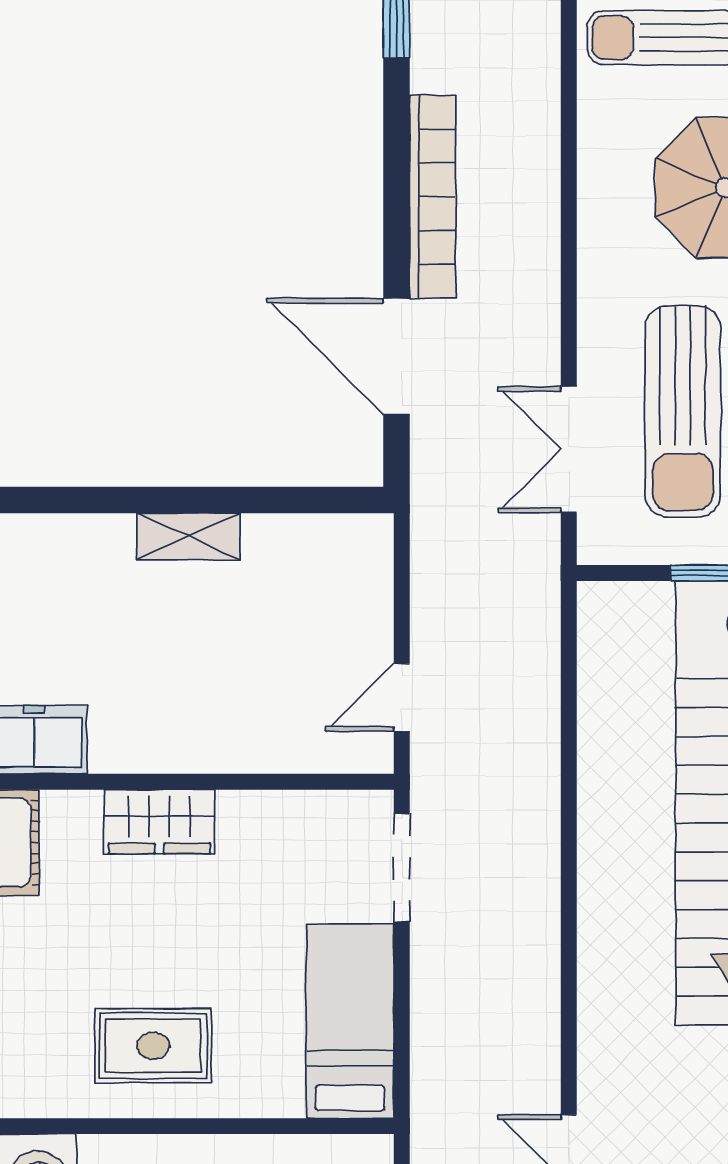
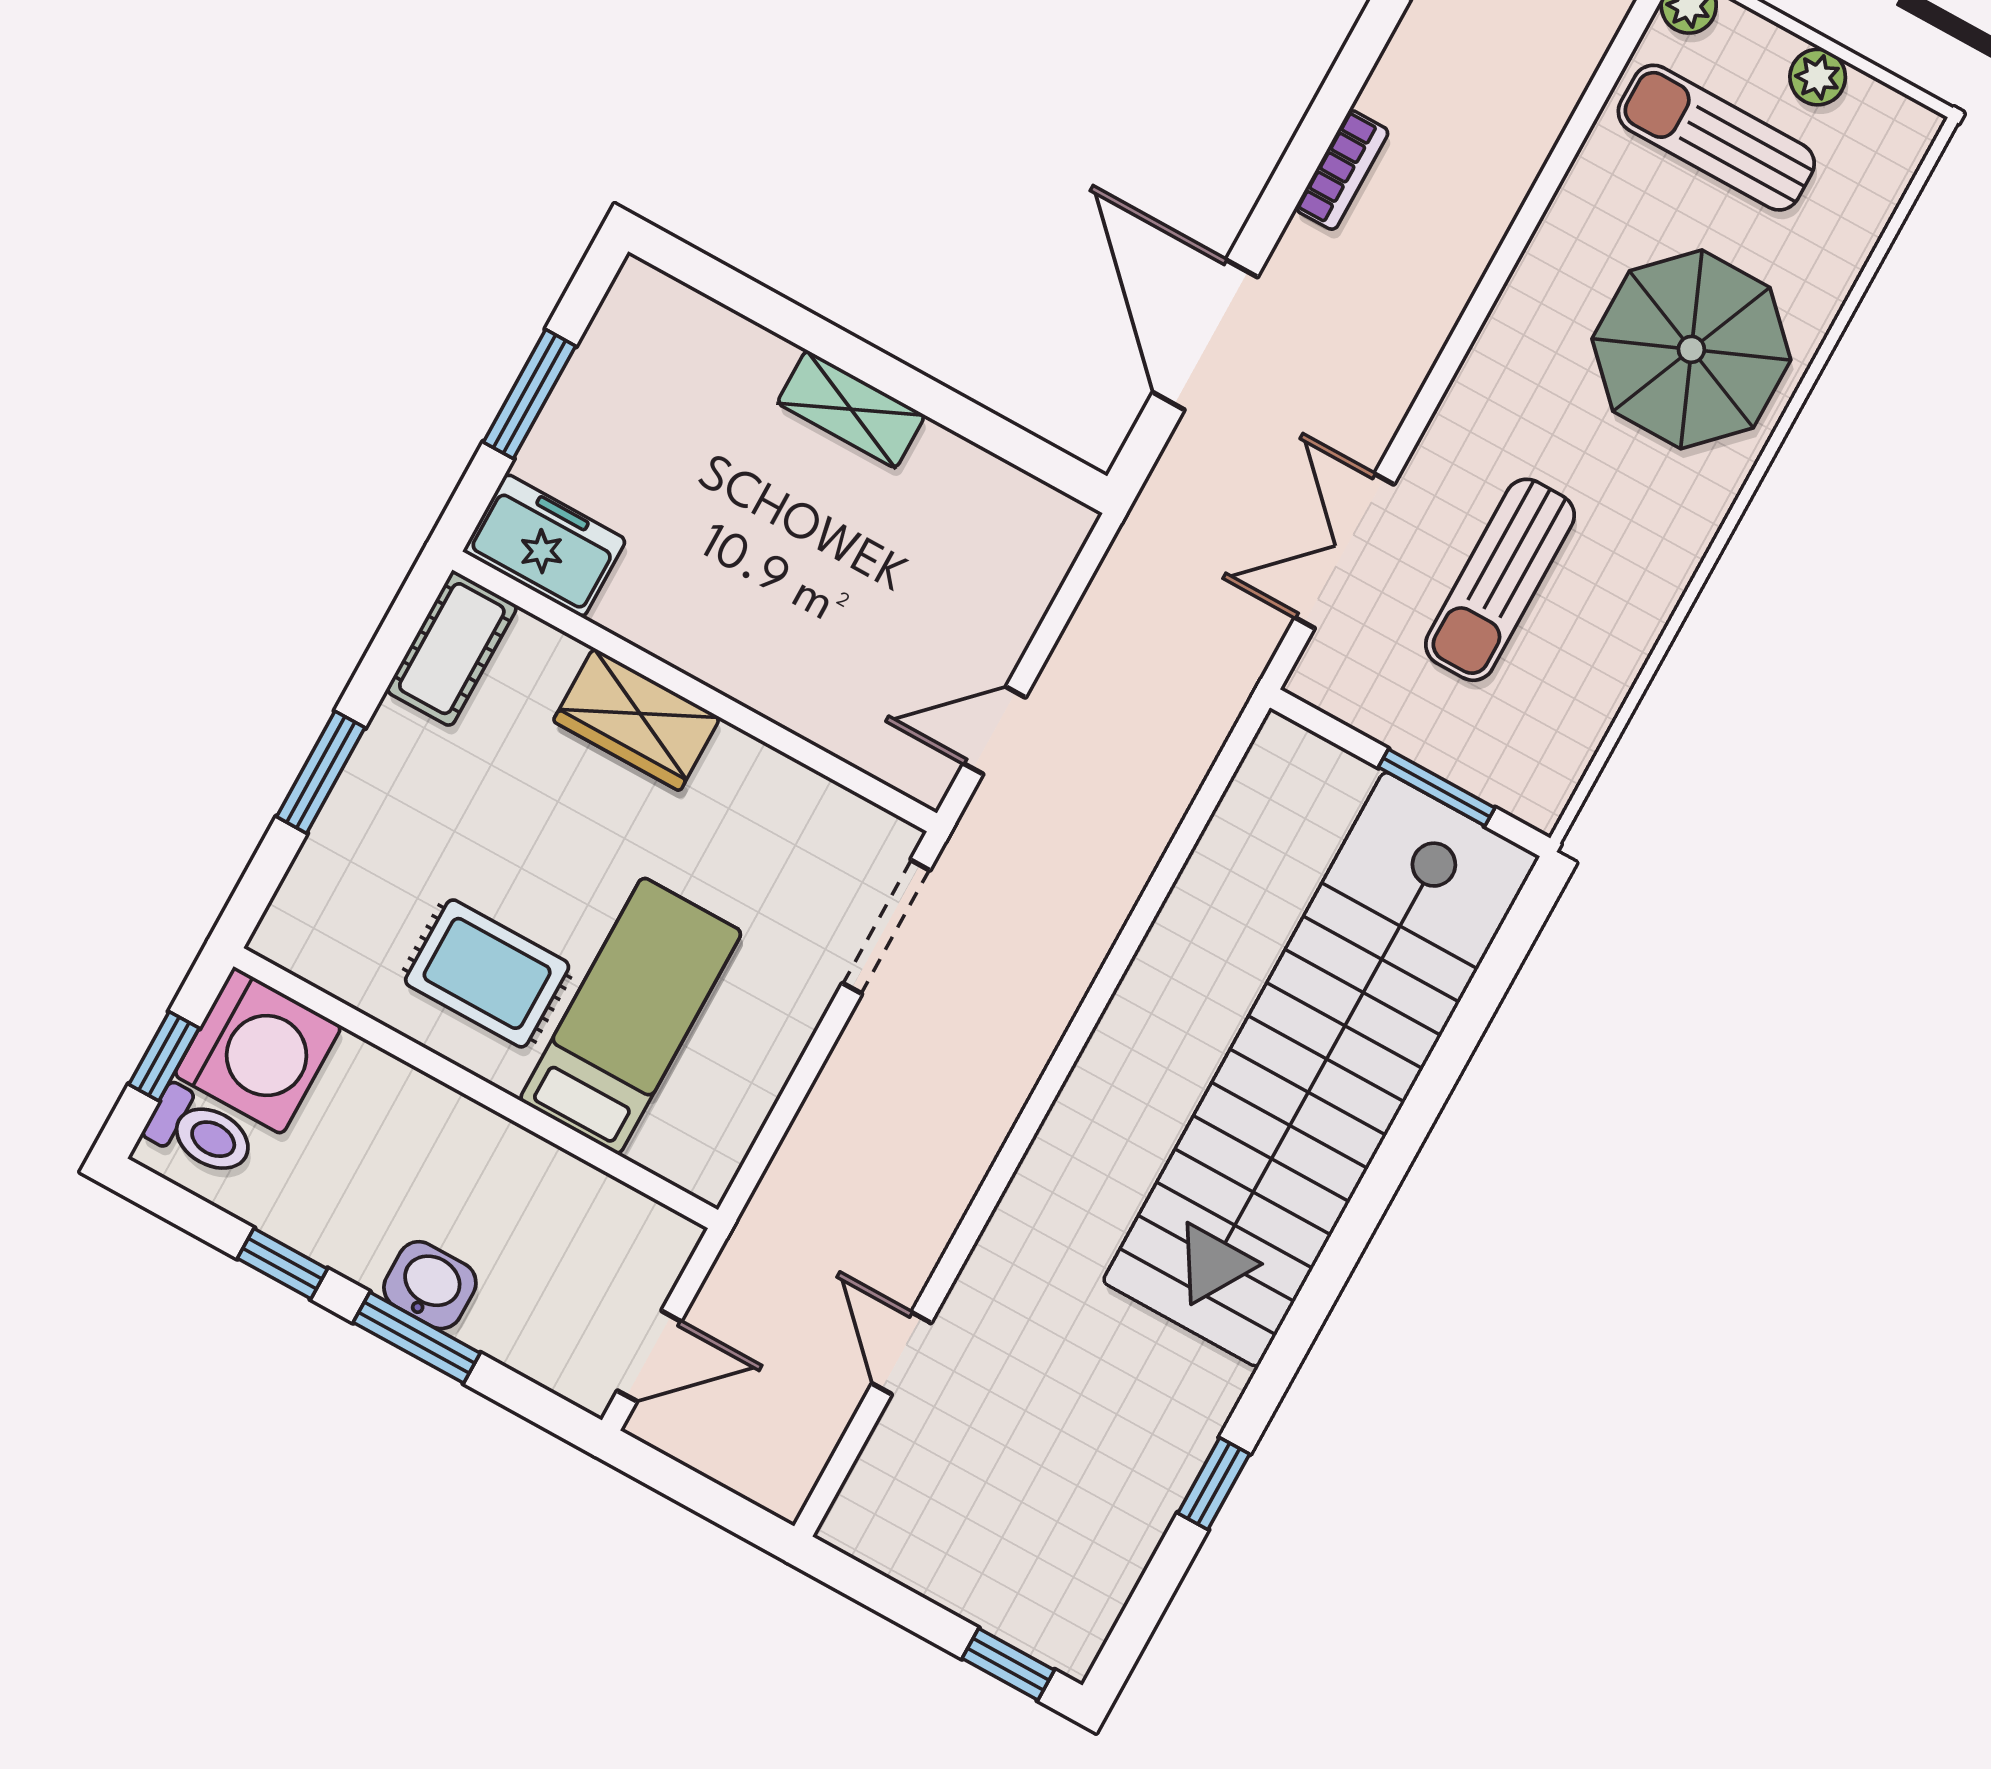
bookcase: (433, 197) -> (1342, 170), width x0.43, depth x0.76
sun lounger: (683, 411) -> (1500, 580), width x0.73, depth x0.75
bed: (350, 1021) -> (631, 1016), moved

